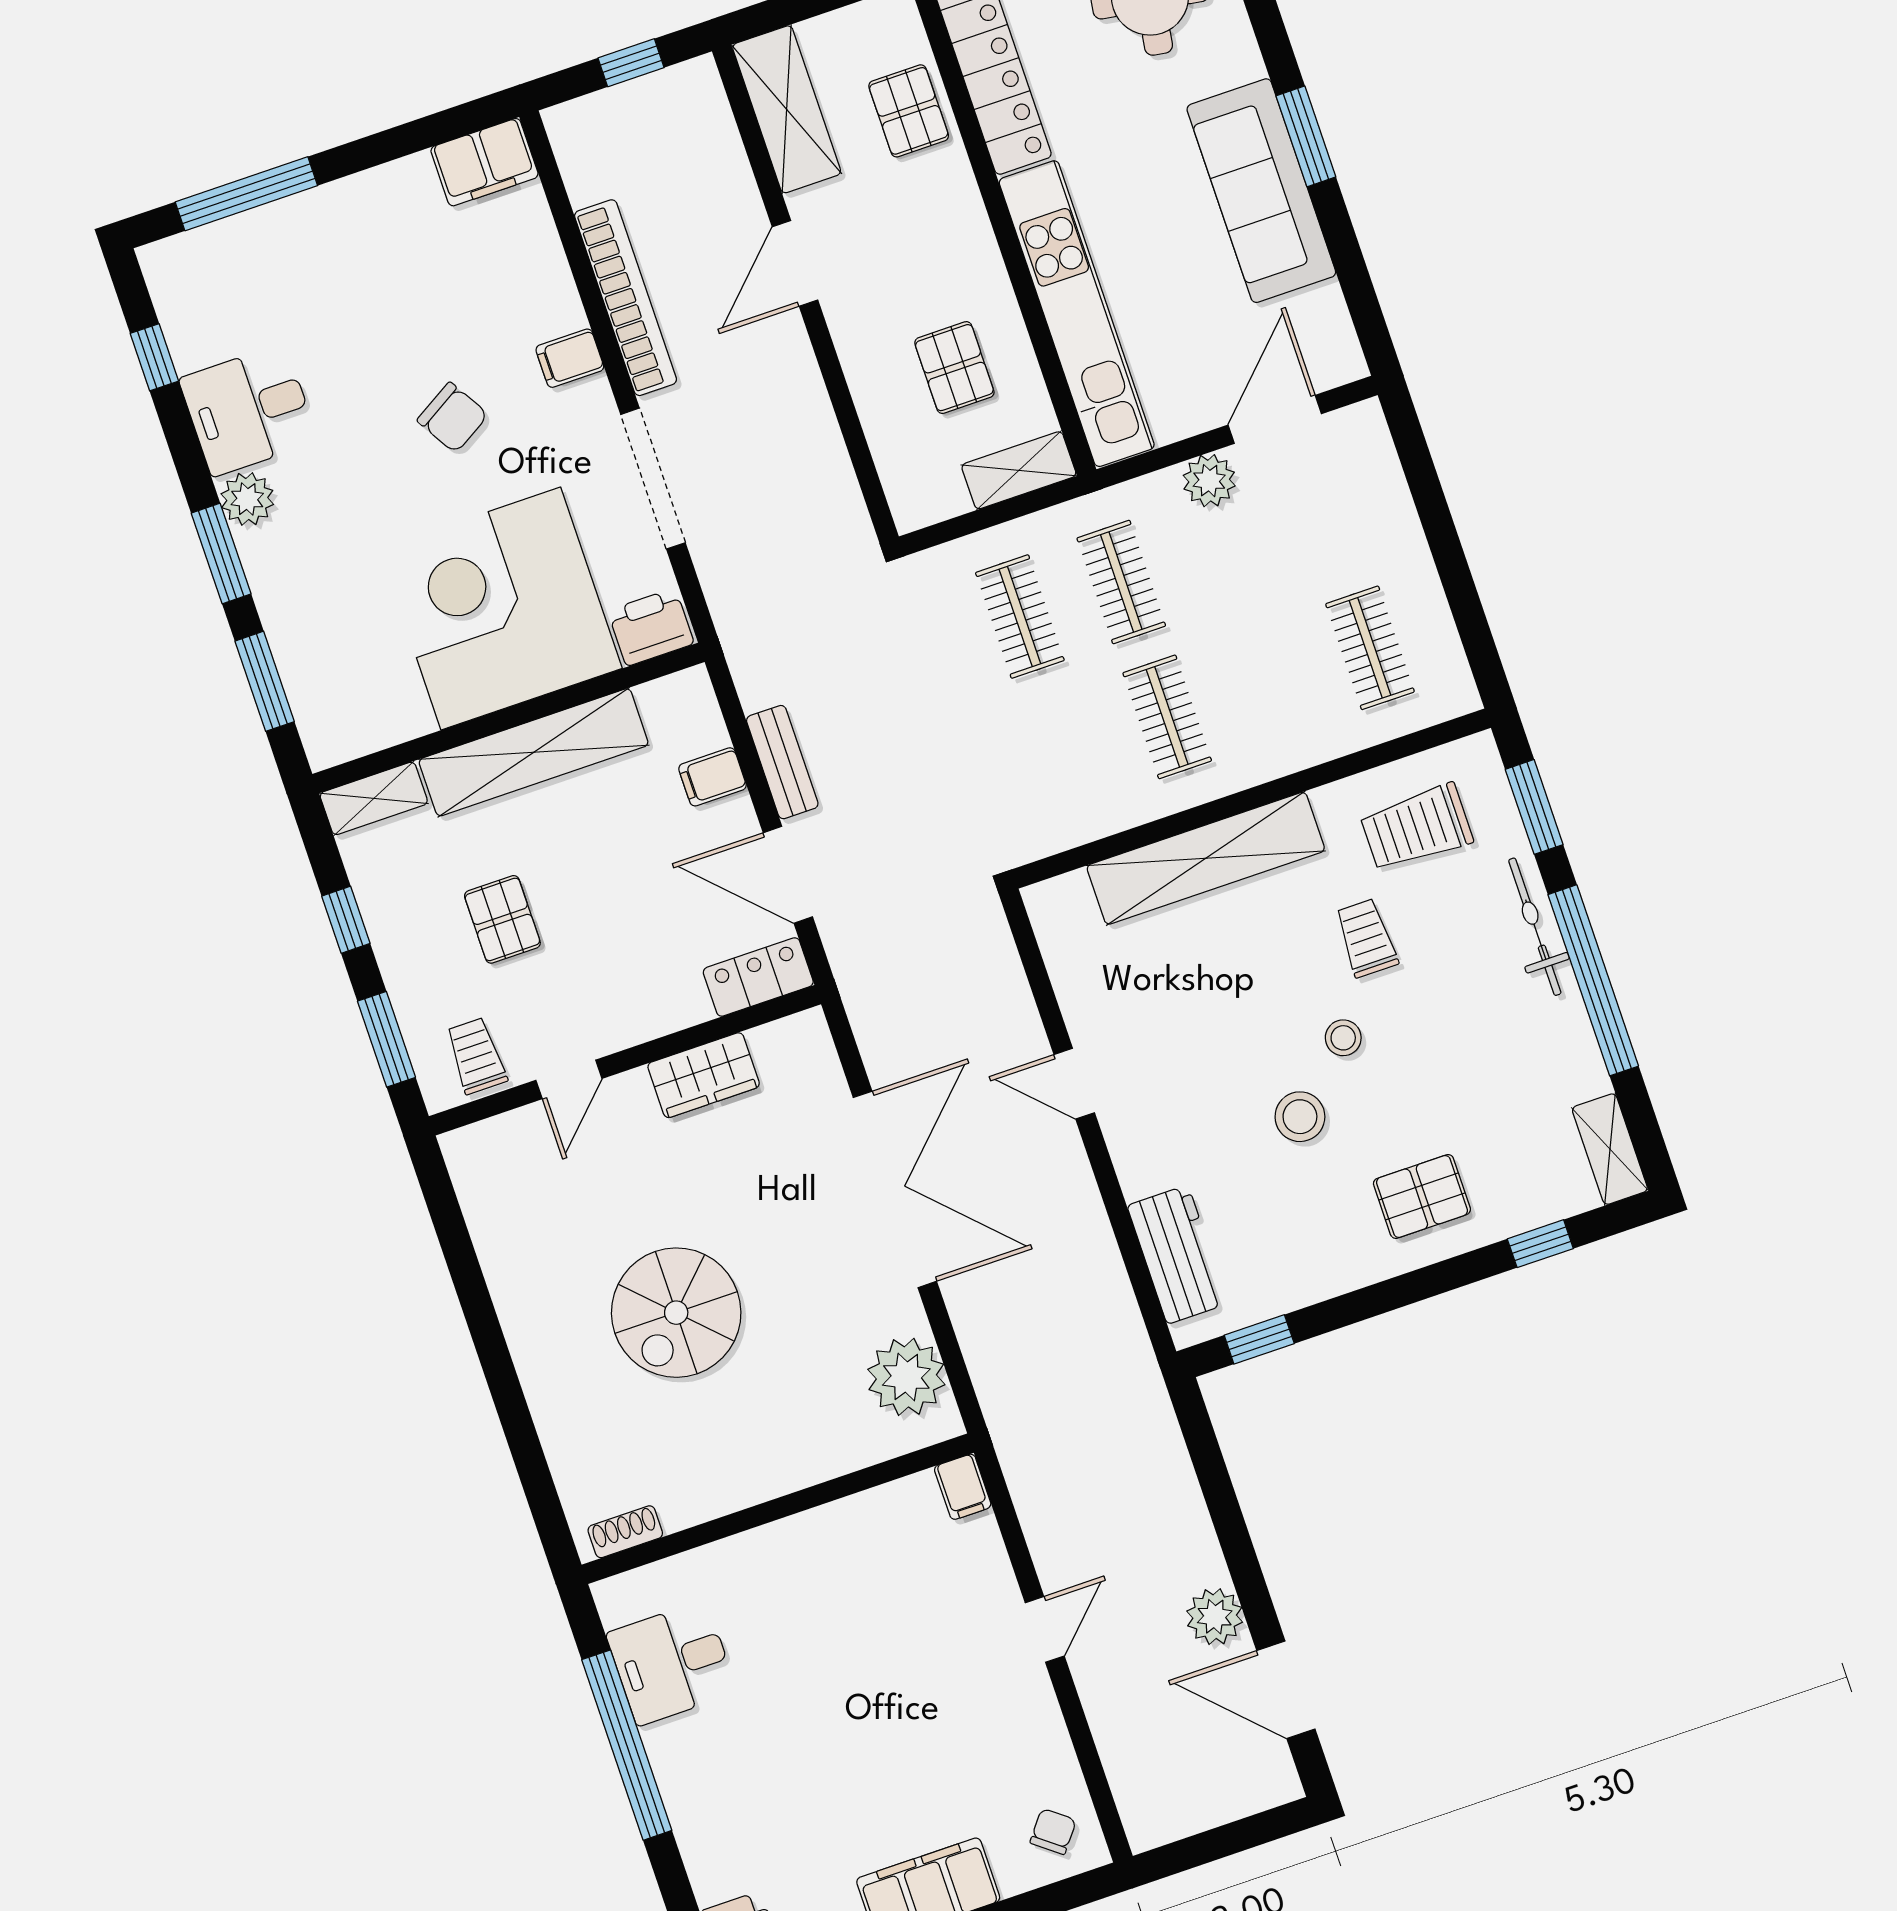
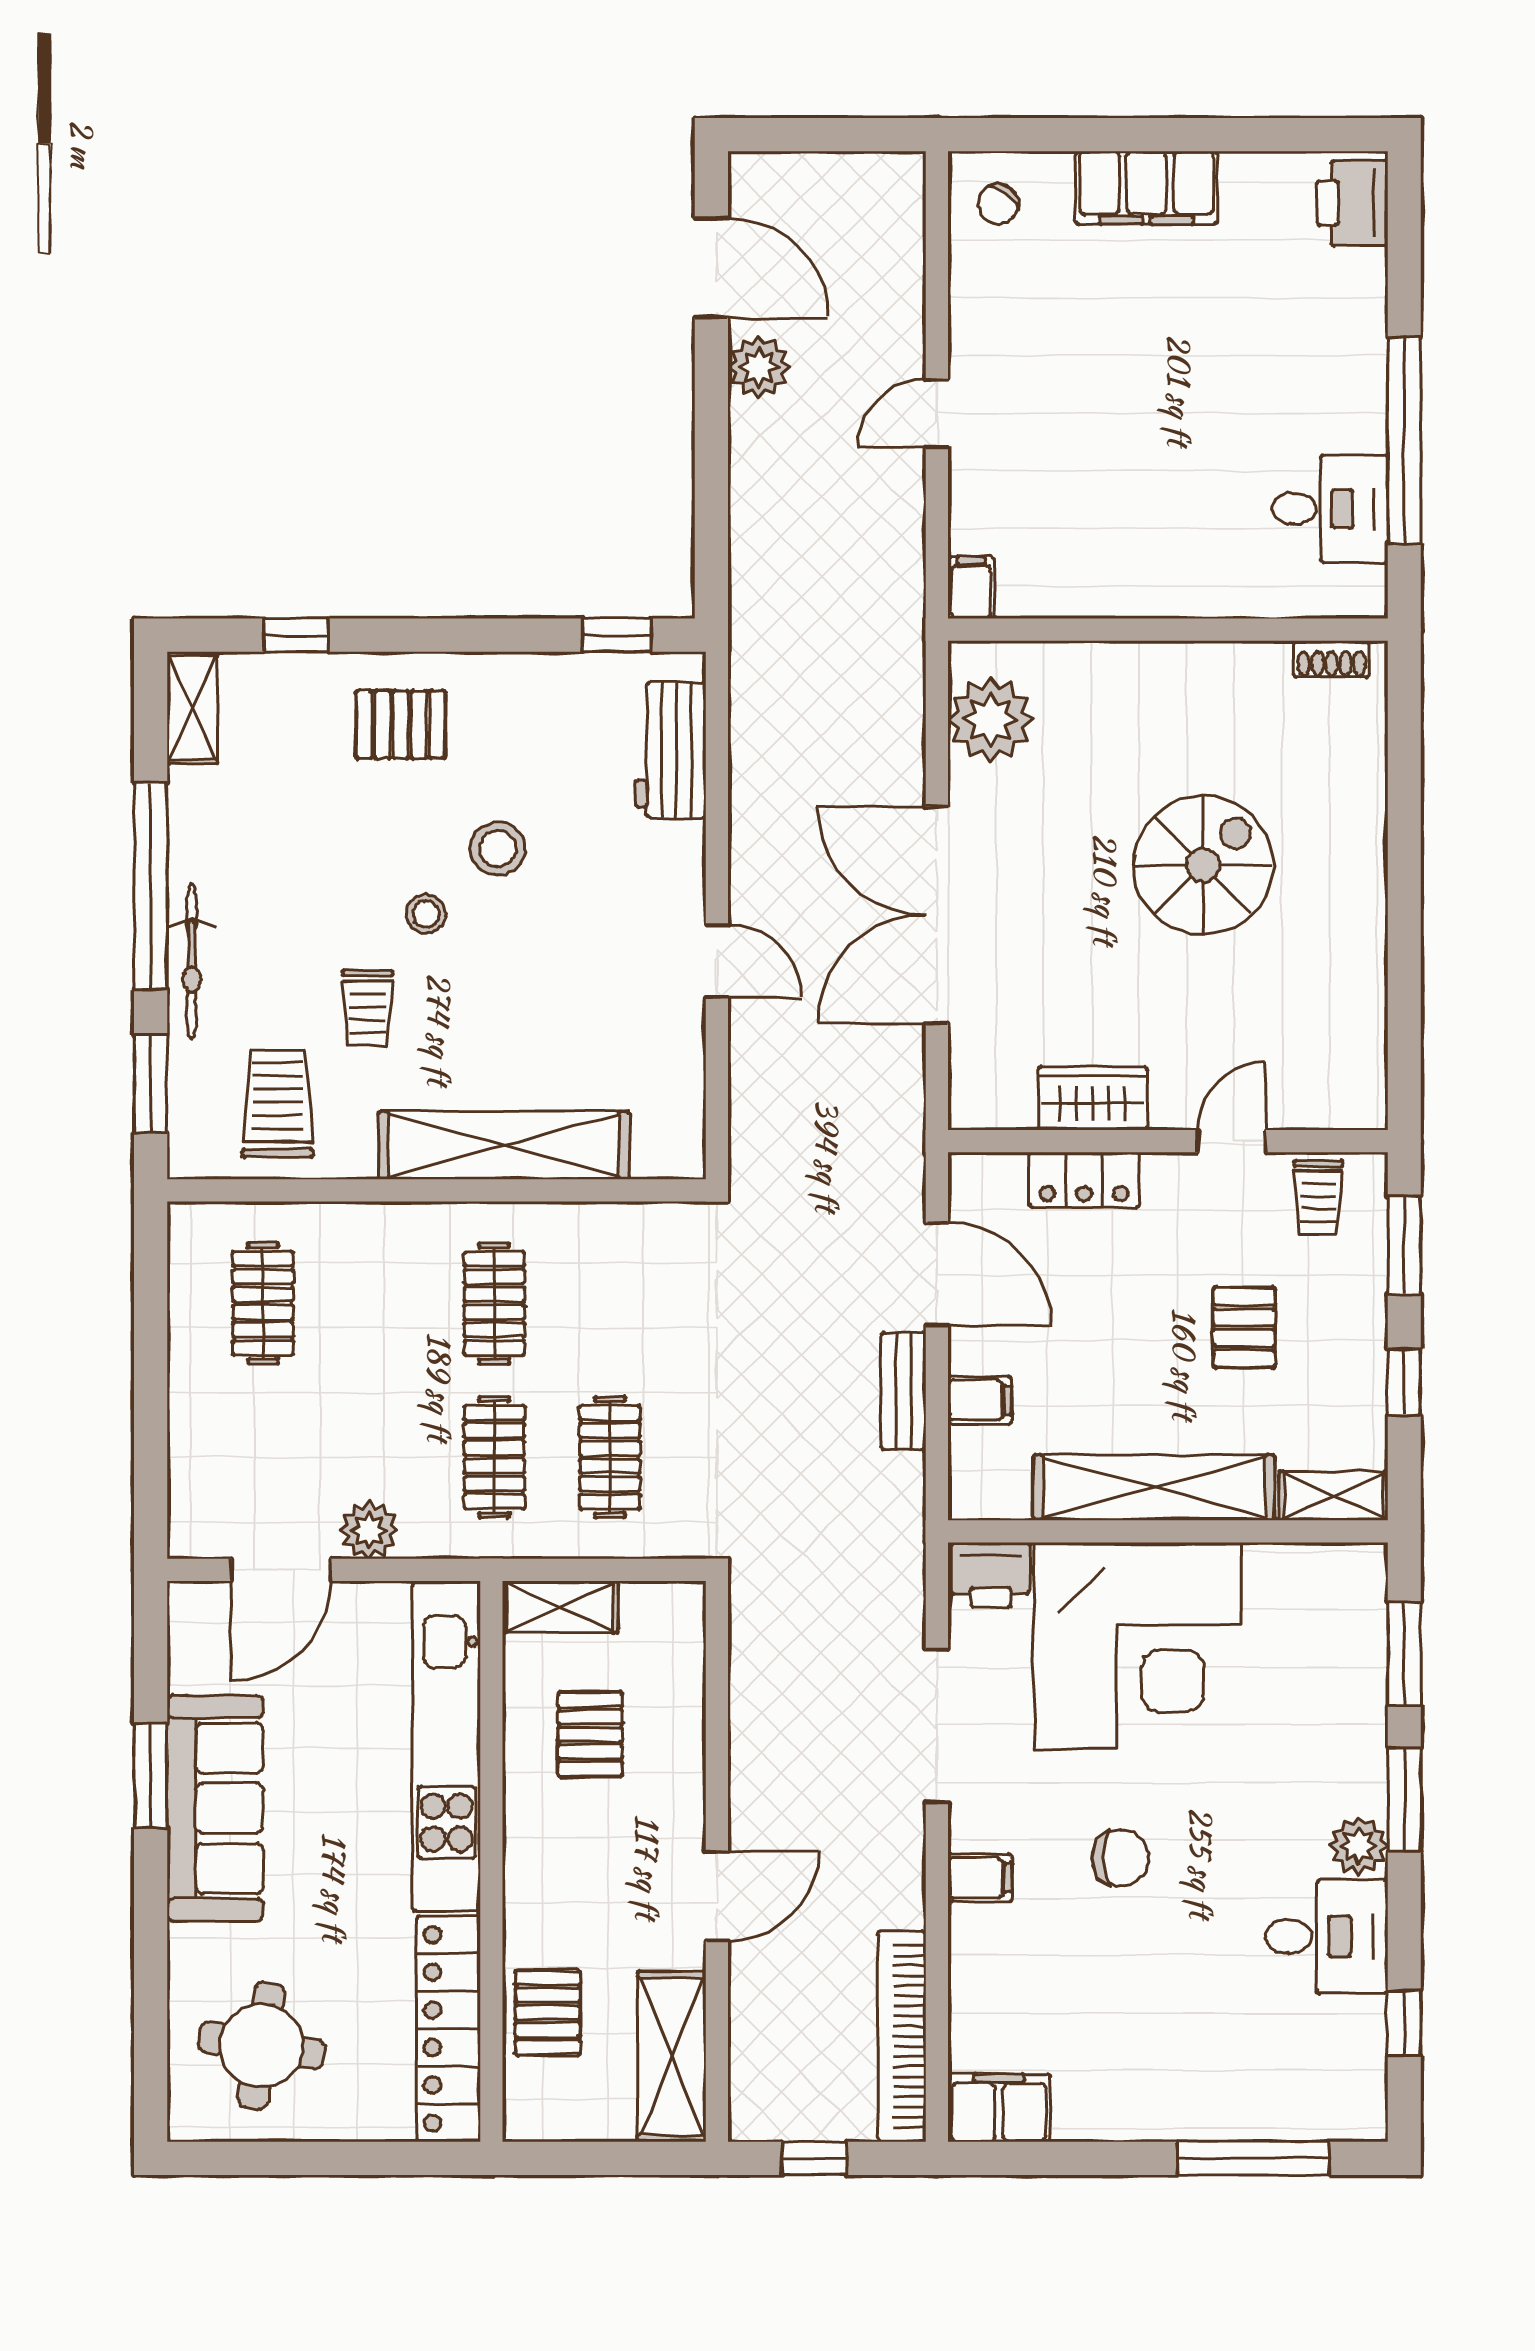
window: (1306, 136) -> (151, 1776), moved
bookcase: (626, 298) -> (902, 2036), moved
chair: (453, 417) -> (1120, 1858), turned 121
trolley: (1417, 828) -> (278, 1103), turned -90
locker: (758, 977) -> (1084, 1180), moved

